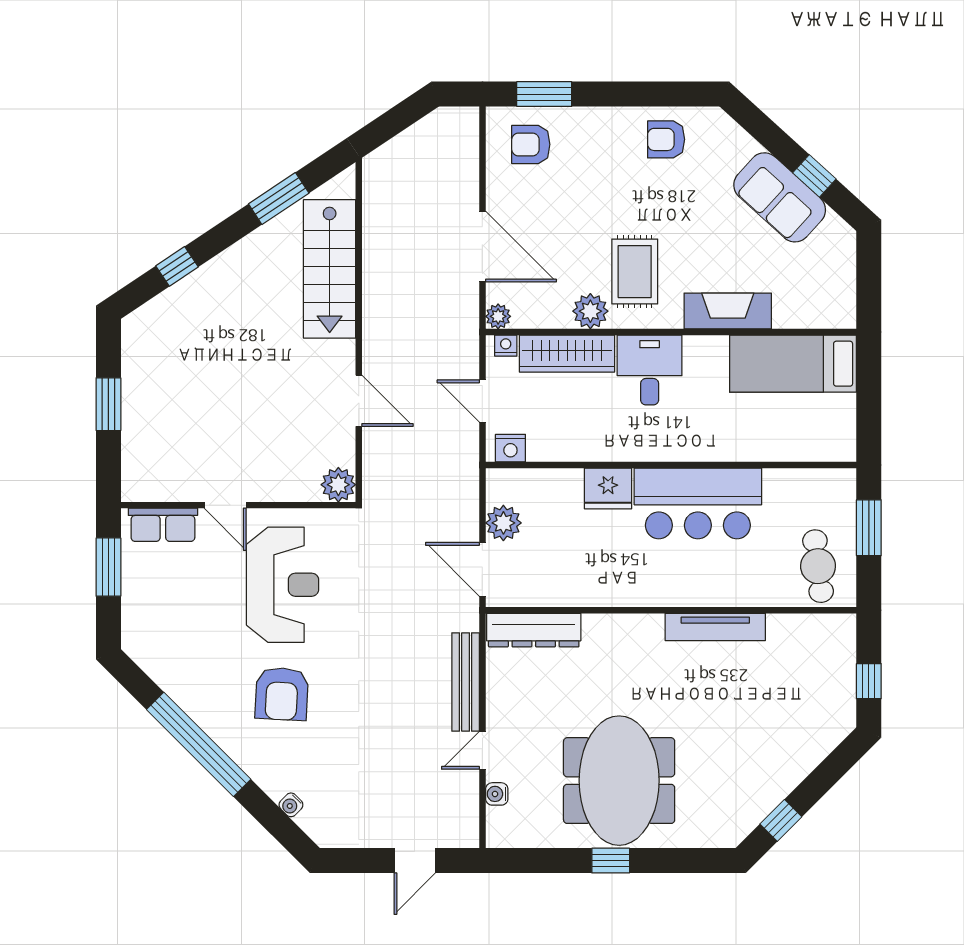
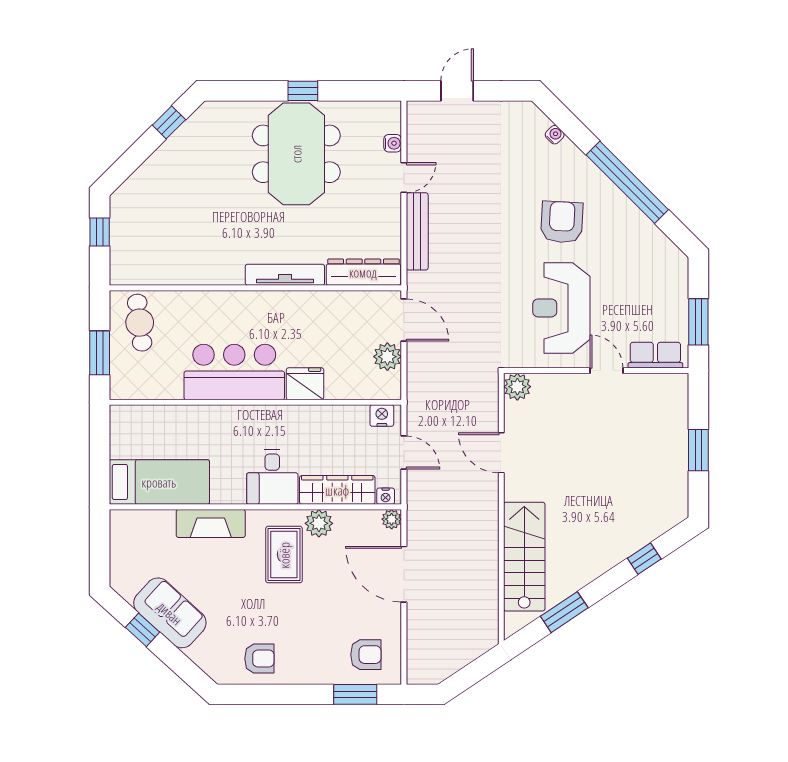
tv unit: (715, 627) -> (285, 275), moved

